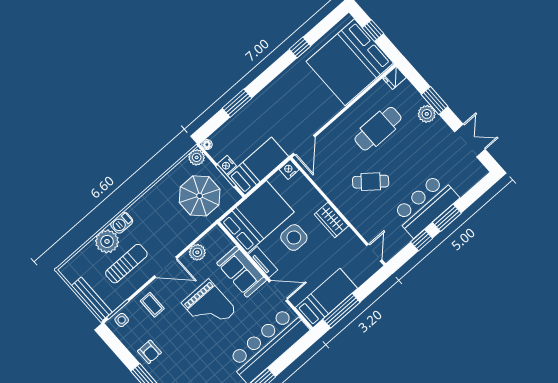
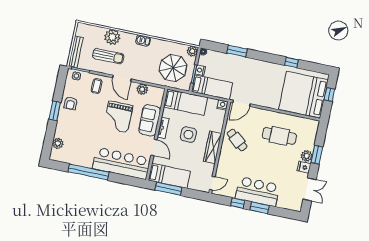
fridge: (394, 78) -> (304, 167), moved
cafe table: (371, 182) -> (237, 140), moved
bed: (257, 217) -> (186, 102), width x0.67
wardrobe: (331, 220) -> (213, 147), width x1.50
barbecue: (122, 223) -> (143, 40), moved

